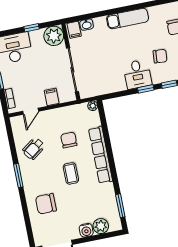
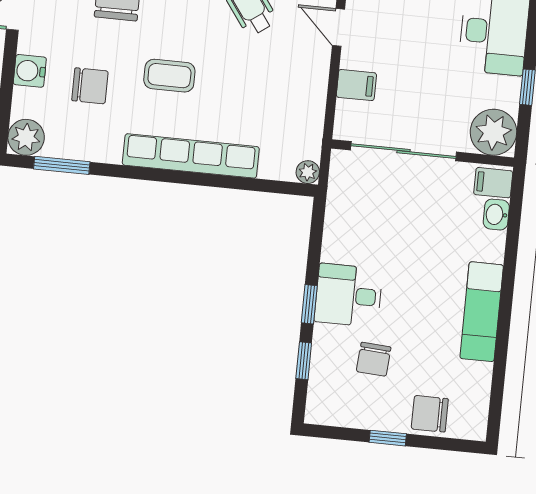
chair: (69, 140) -> (90, 86), moved
plant: (101, 226) -> (26, 137), moved

